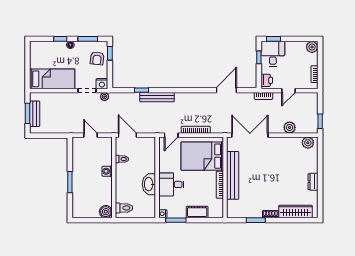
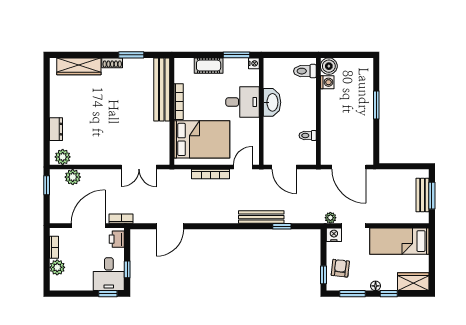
plant: (312, 47) -> (57, 267), moved
wardrobe: (42, 48) -> (413, 282), added
door: (289, 91) -> (88, 226), width x1.87
plant: (290, 127) -> (73, 177), moved
door: (91, 135) -> (349, 167), width x1.87
door: (127, 135) -> (284, 167), moved
double door: (250, 135) -> (139, 167), width x0.73
washing machine: (107, 171) -> (327, 82), moved
bench: (233, 175) -> (162, 90), moved
dresser: (313, 182) -> (56, 129), moved

